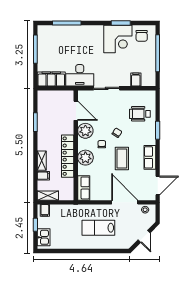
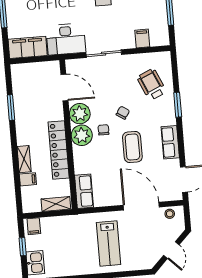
wheelchair: (140, 114) -> (152, 84), turned 66
plant: (85, 158) -> (82, 135), moved
shelving: (48, 196) -> (56, 204), moved
lab bench: (98, 228) -> (109, 244), turned -90

